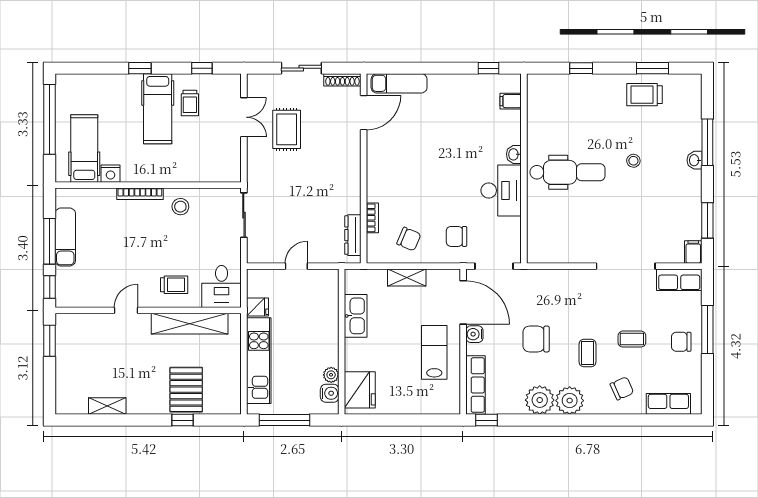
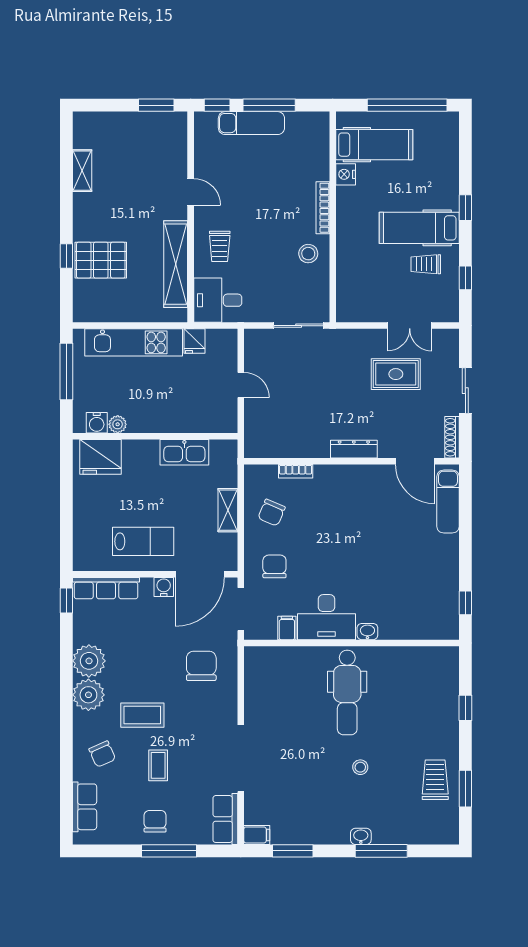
filing cabinet: (511, 101) -> (287, 628), moved
dresser: (353, 235) -> (354, 449), moved
exam couch: (65, 237) -> (251, 123), moved
chair: (536, 339) -> (201, 666), moved
coffee table: (587, 353) -> (142, 715), width x1.36, depth x1.30

